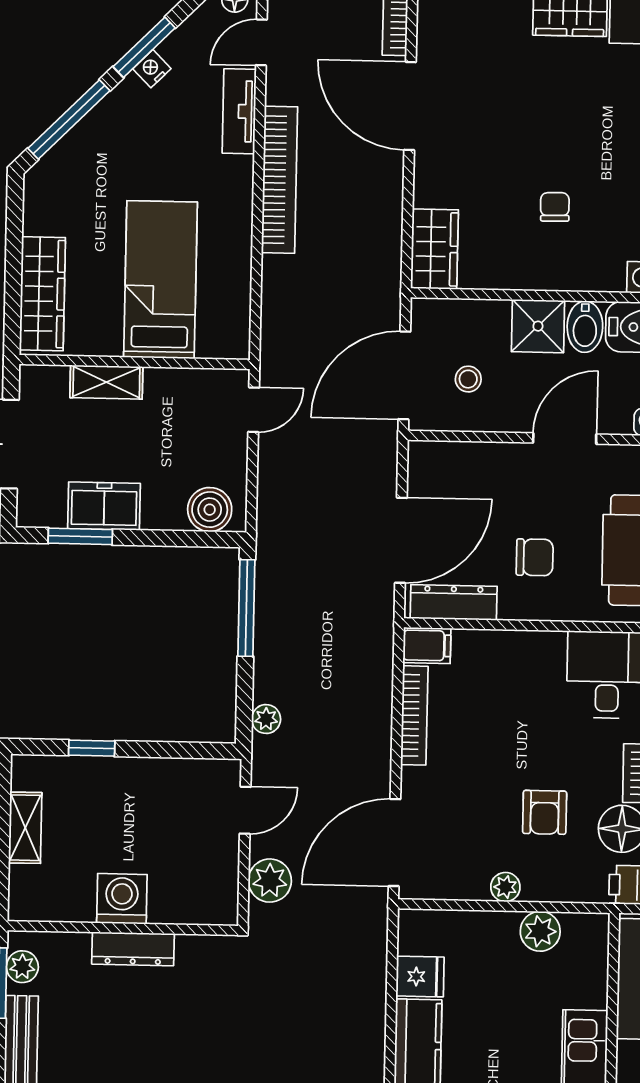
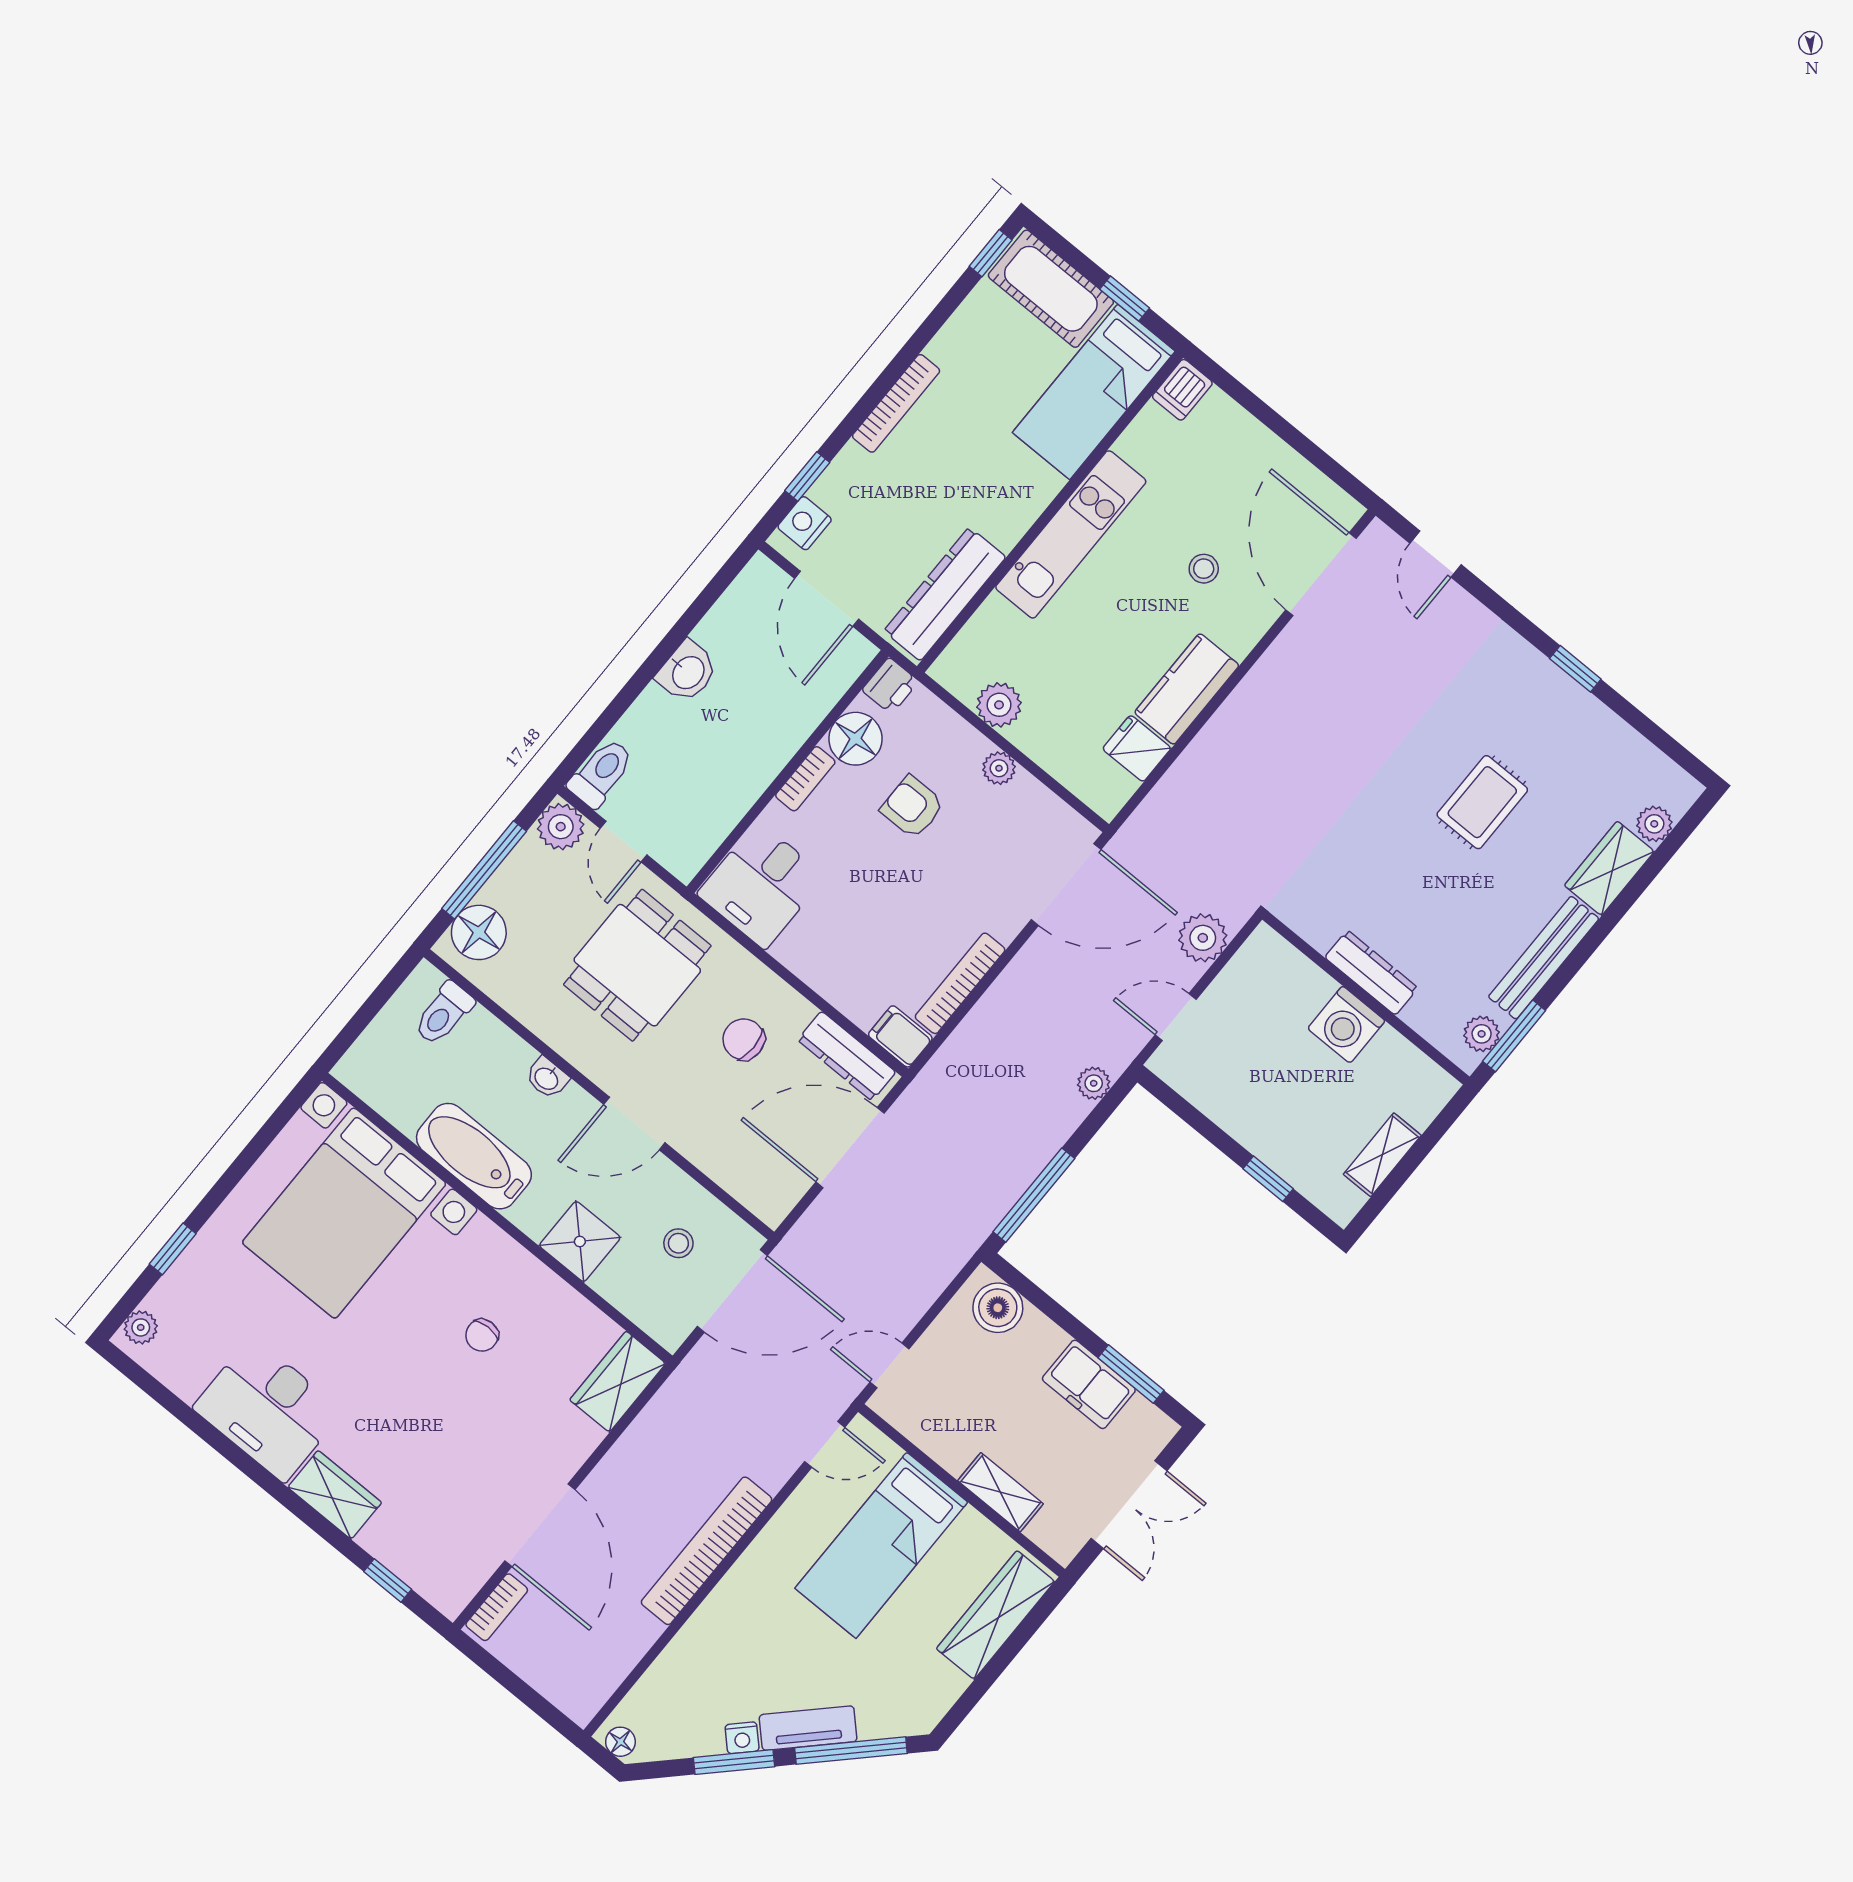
door: (261, 42) -> (825, 1444), moved
tv unit: (239, 111) -> (808, 1728), moved, turned -135
bidet: (585, 327) -> (539, 1208), removed
armchair: (545, 812) -> (912, 807), turned -90

